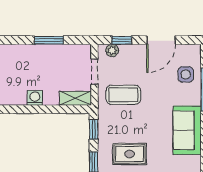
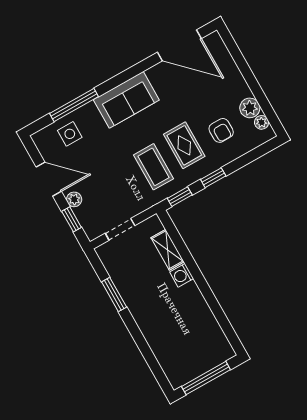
plant: (112, 50) -> (74, 199), moved
coffee table: (123, 95) -> (154, 167), moved
shelving: (75, 98) -> (168, 250), moved

